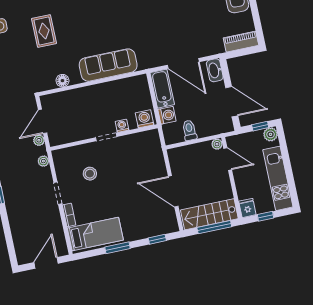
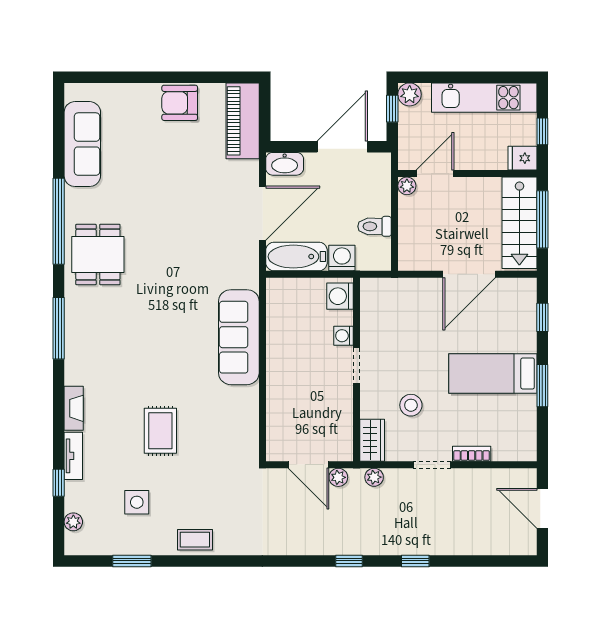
rug: (44, 31) -> (160, 431), turned 90
piano: (241, 42) -> (243, 121), width x1.37, depth x1.33
floor lamp: (62, 81) -> (248, 418), removed
wardrobe: (65, 155) -> (372, 440), added
bed: (95, 234) -> (493, 373), moved, turned -90

